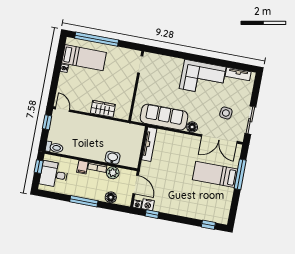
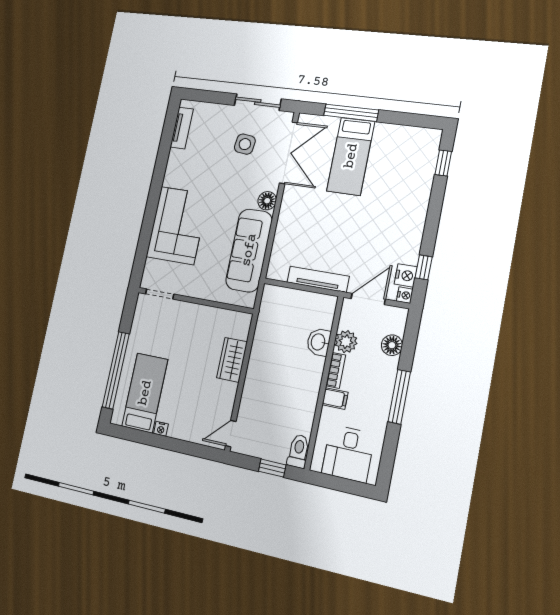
corner sofa: (203, 78) -> (177, 225), moved
window: (47, 122) -> (272, 468), moved
tv unit: (149, 144) -> (318, 279), moved
window: (39, 167) -> (333, 483), removed

